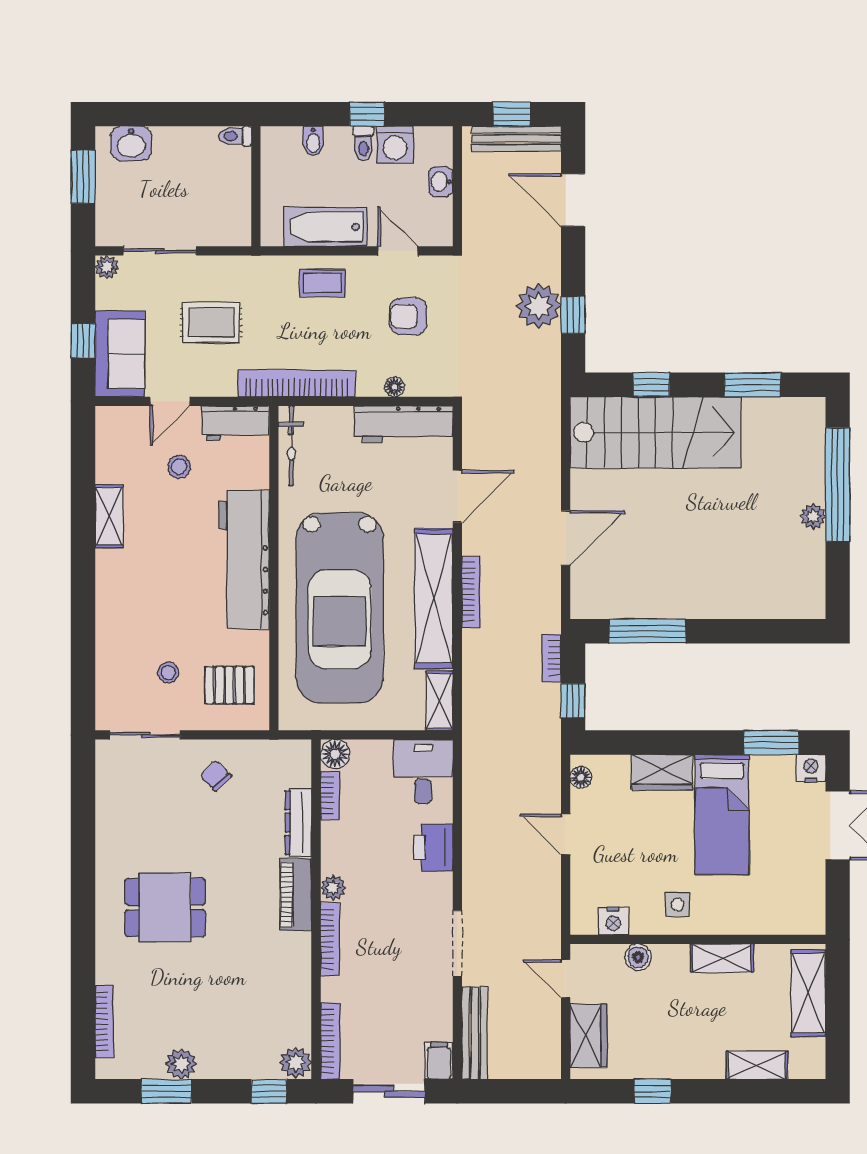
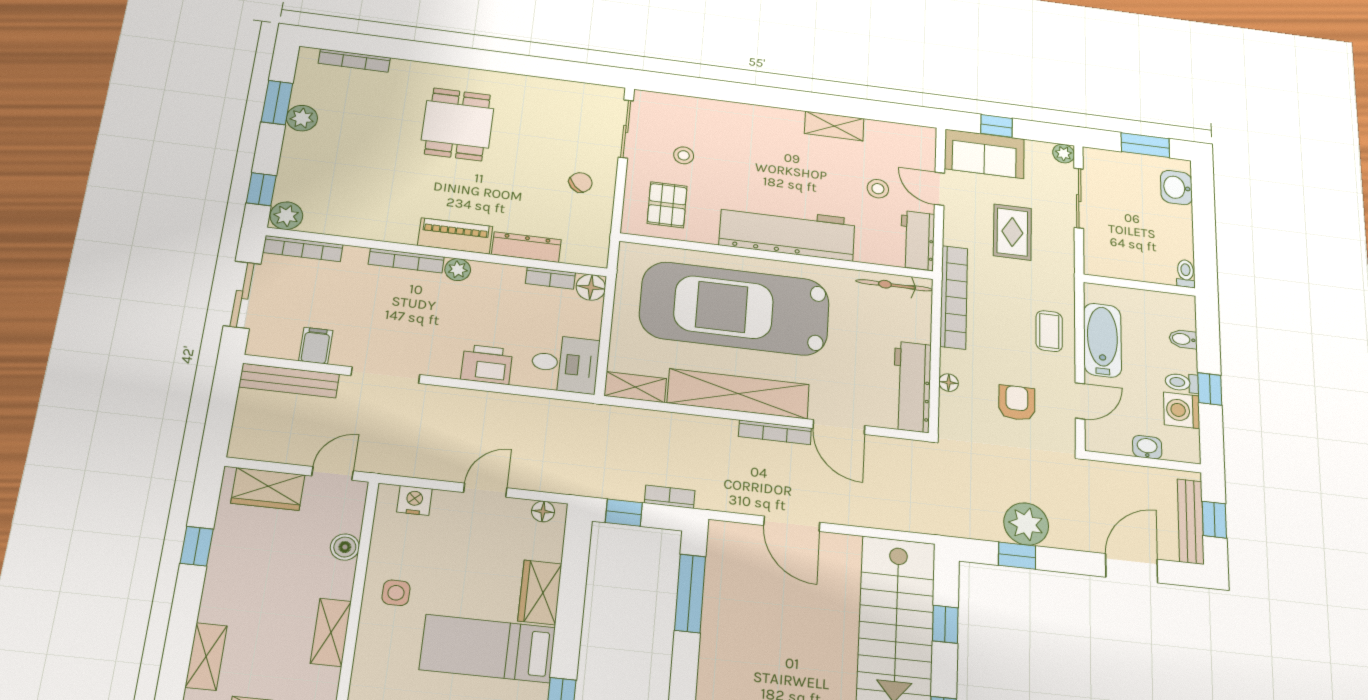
bookcase: (471, 592) -> (775, 432), moved
nightstand: (613, 921) -> (414, 500), moved, turned 90
filing cabinet: (439, 1061) -> (316, 346), moved, turned -90

